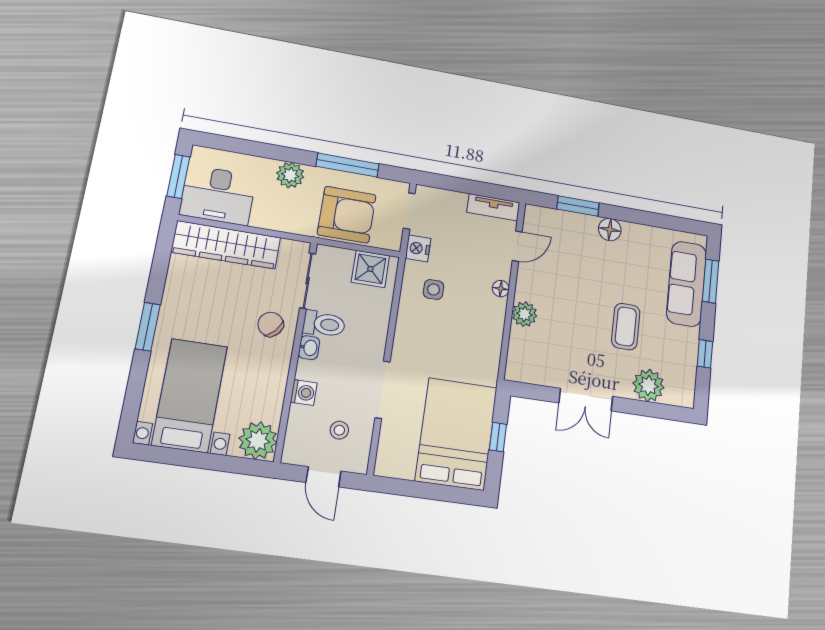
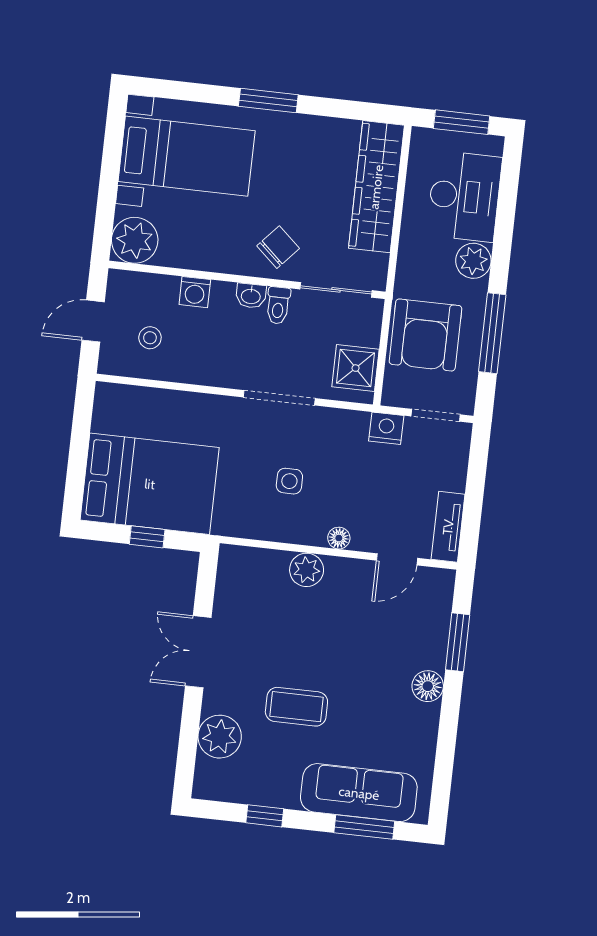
desk: (218, 195) -> (464, 196), moved, turned 180
door: (517, 246) -> (397, 559), hinge flipped
side table: (434, 289) -> (289, 481), moved
toilet: (324, 324) -> (278, 305), width x0.73, depth x0.72
doorway: (383, 390) -> (279, 398), moved

